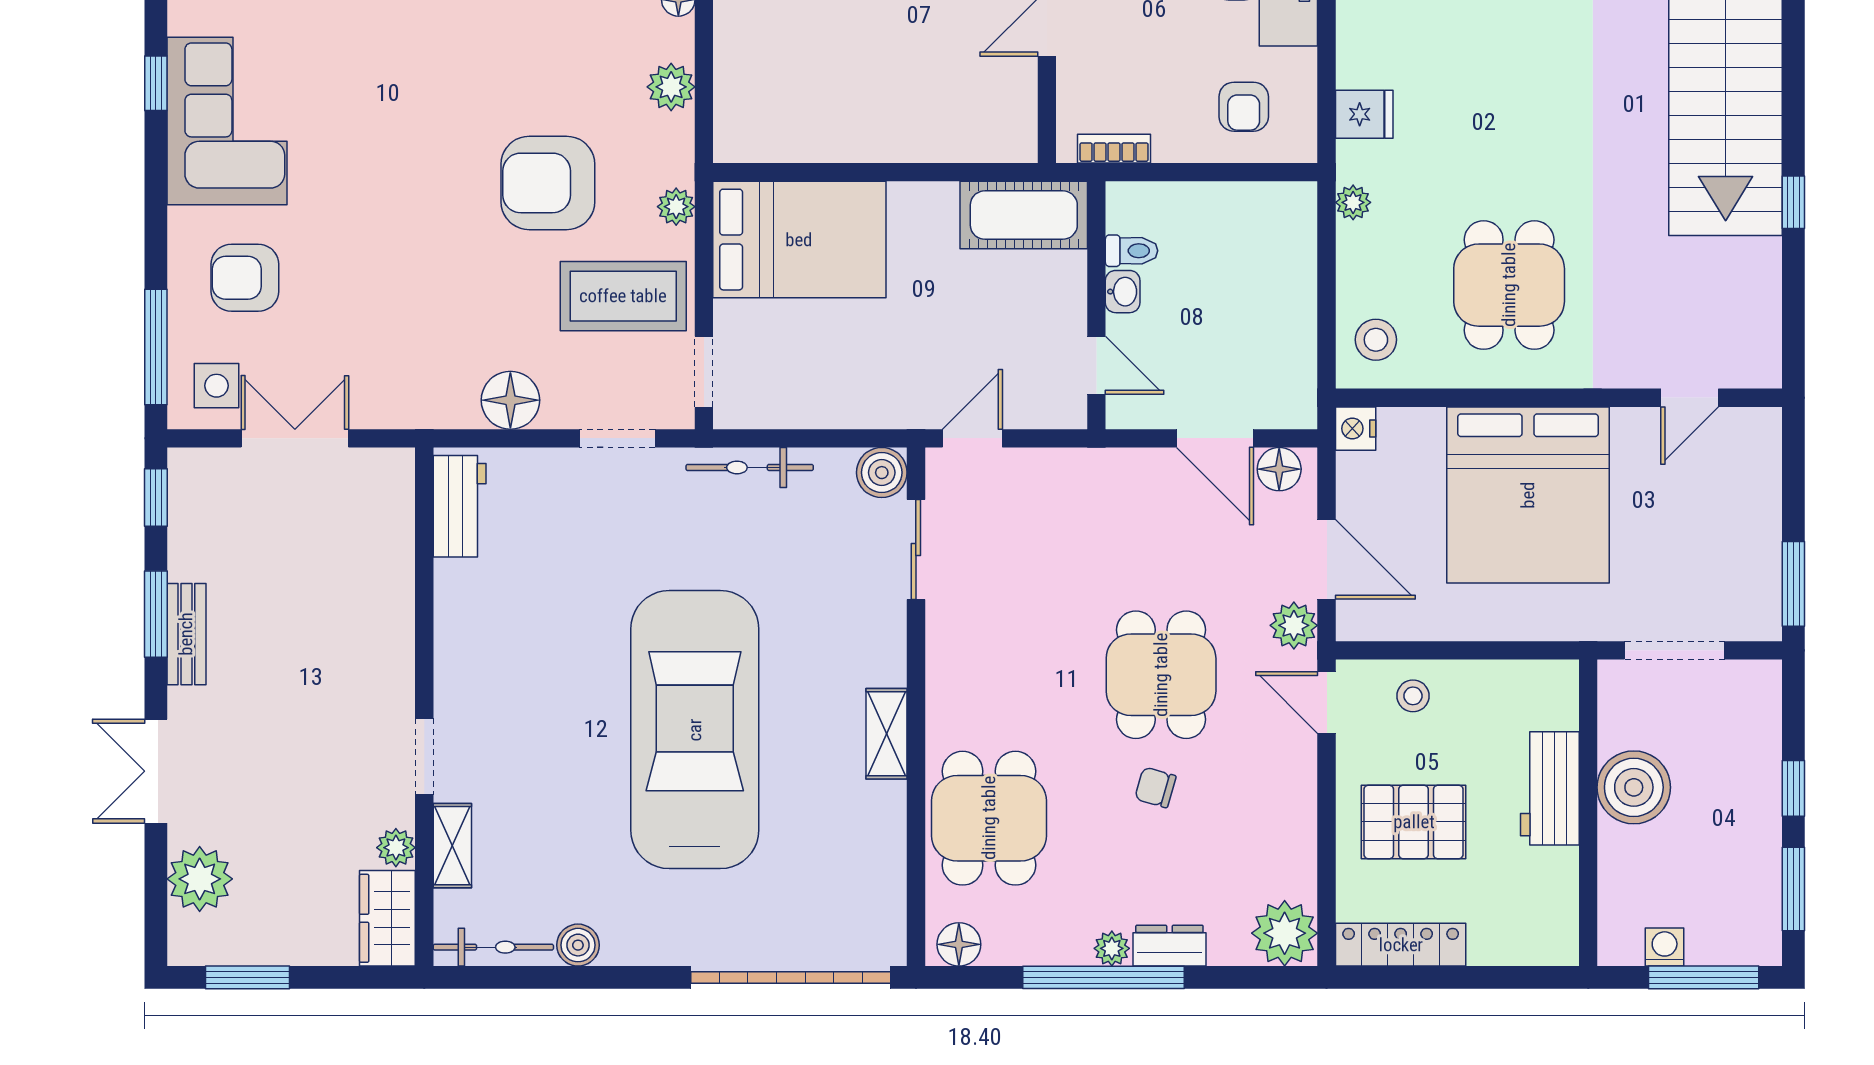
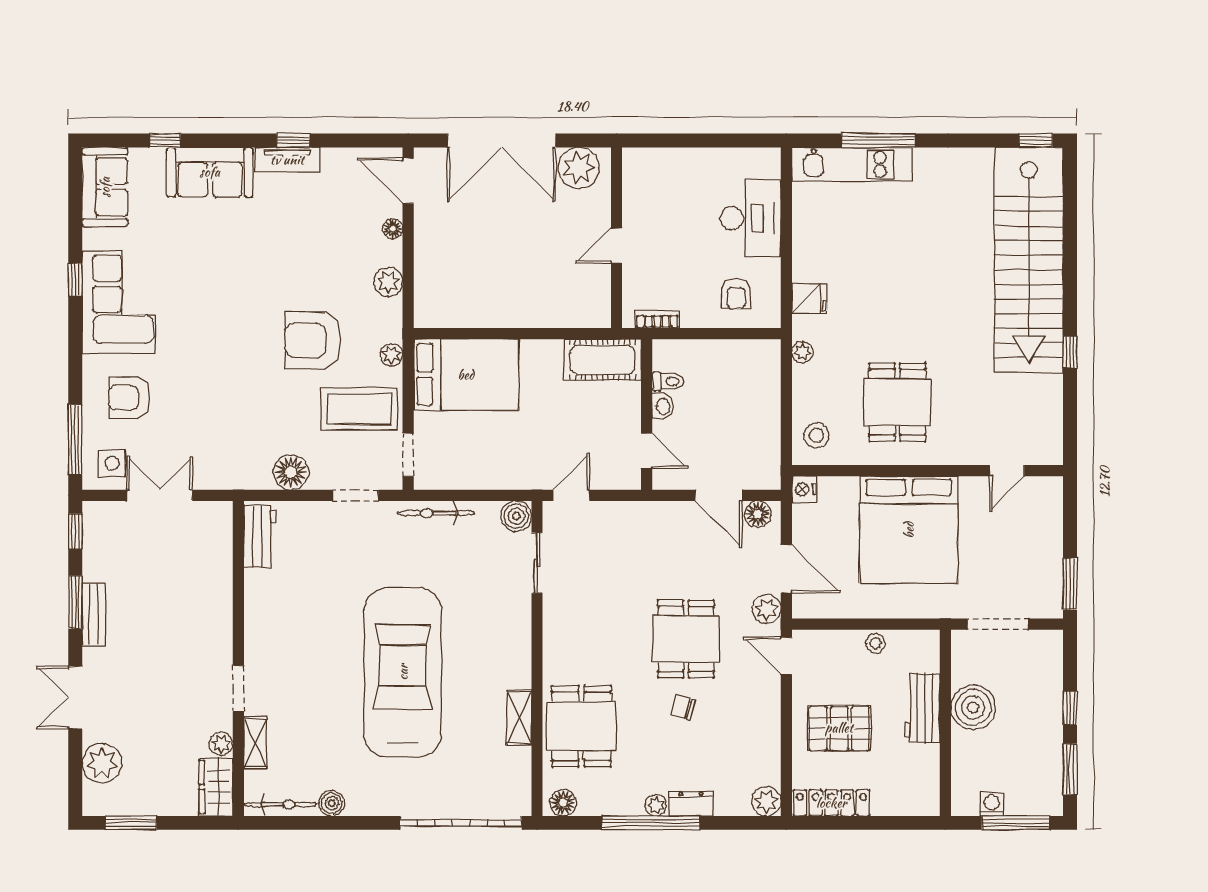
stool: (1413, 696) -> (876, 643), moved
shelving: (887, 734) -> (519, 717), moved
plant: (1285, 933) -> (766, 801), width x0.73, depth x0.73

